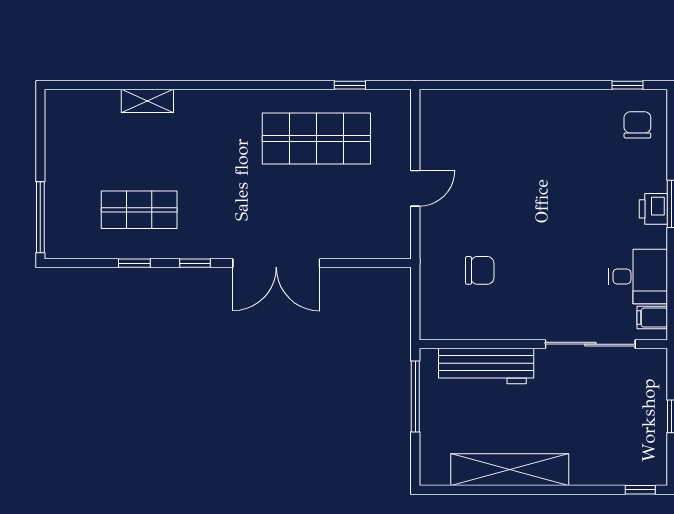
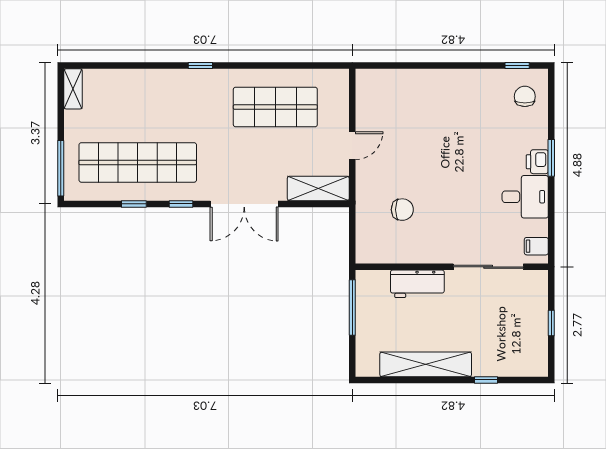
window: (350, 85) -> (200, 66), moved
shelving: (147, 101) -> (73, 89), moved, turned 90
shop shelf: (139, 210) -> (138, 162), width x2.00, depth x1.36
shelving: (372, 243) -> (318, 188), added
desk: (638, 277) -> (525, 197), moved
workbench: (486, 366) -> (417, 284), width x0.73
window: (640, 490) -> (486, 380), moved

